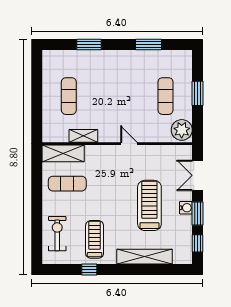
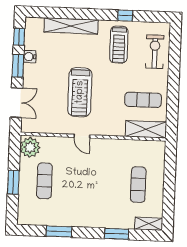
shelving: (83, 136) -> (149, 224), moved
treadmill: (149, 205) -> (80, 92), moved
water cooler: (186, 208) -> (30, 57), moved
exercise bike: (57, 234) -> (155, 52), turned 180

